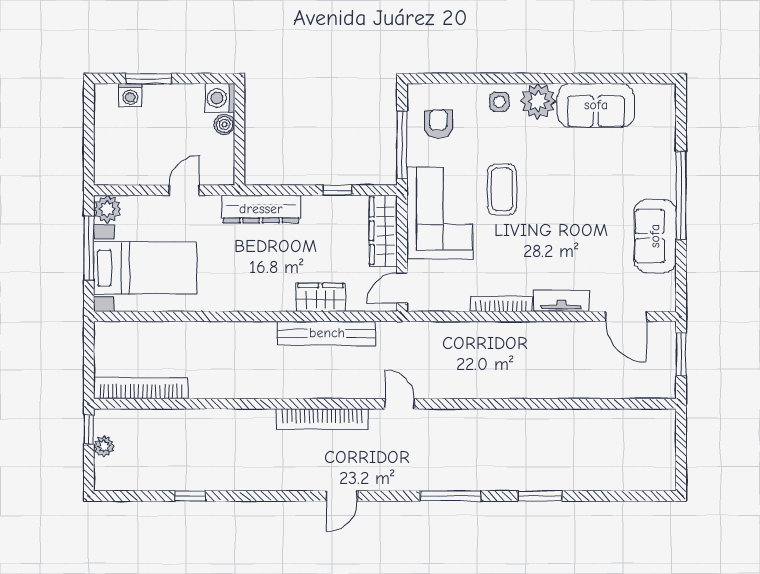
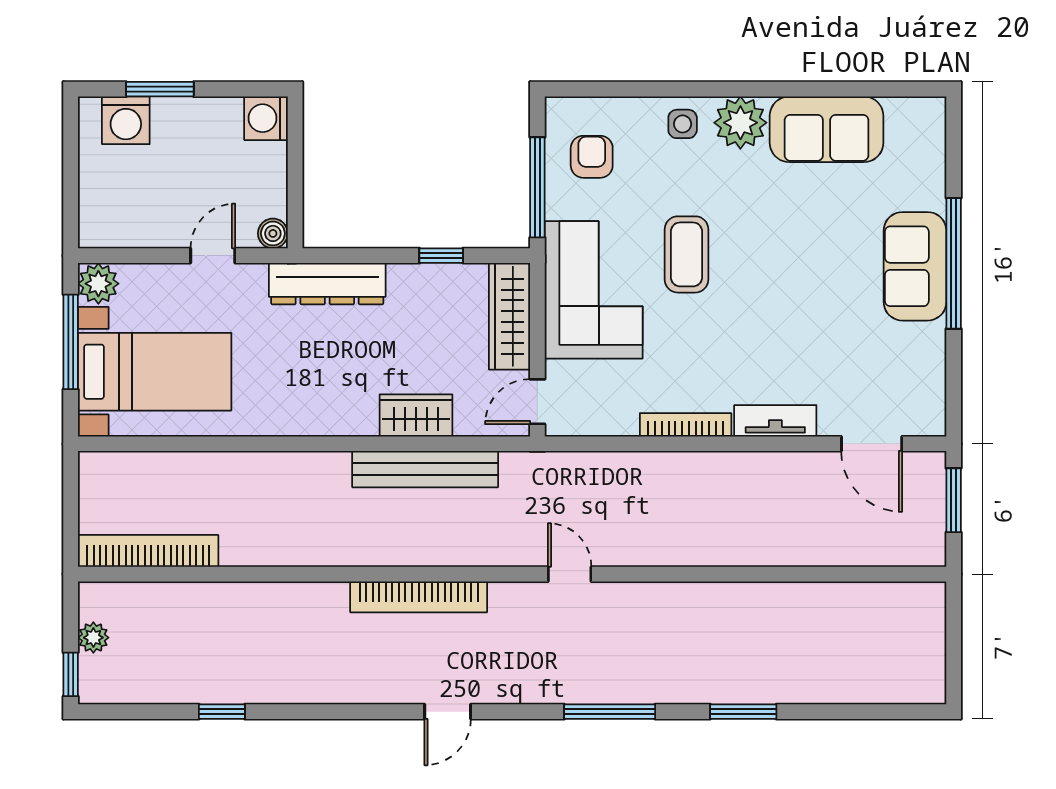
washing machine: (130, 95) -> (126, 120), width x1.38, depth x1.38
boiler: (225, 125) -> (273, 233), moved
sofa: (655, 236) -> (915, 266), moved
door: (400, 404) -> (570, 574), moved
window: (89, 430) -> (71, 674), moved

